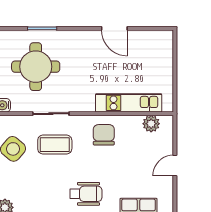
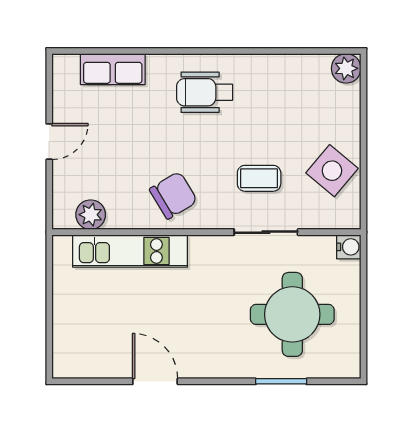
chair: (104, 135) -> (173, 195), turned -121
coffee table: (55, 145) -> (259, 178), width x0.73, depth x0.77

